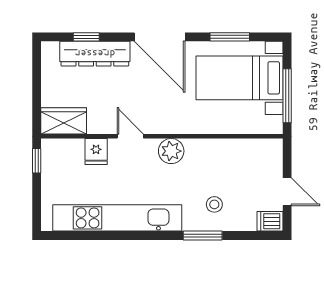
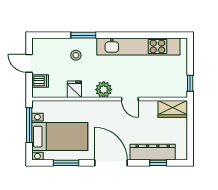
fridge: (96, 151) -> (74, 89), moved
dishwasher: (270, 221) -> (40, 81), moved

